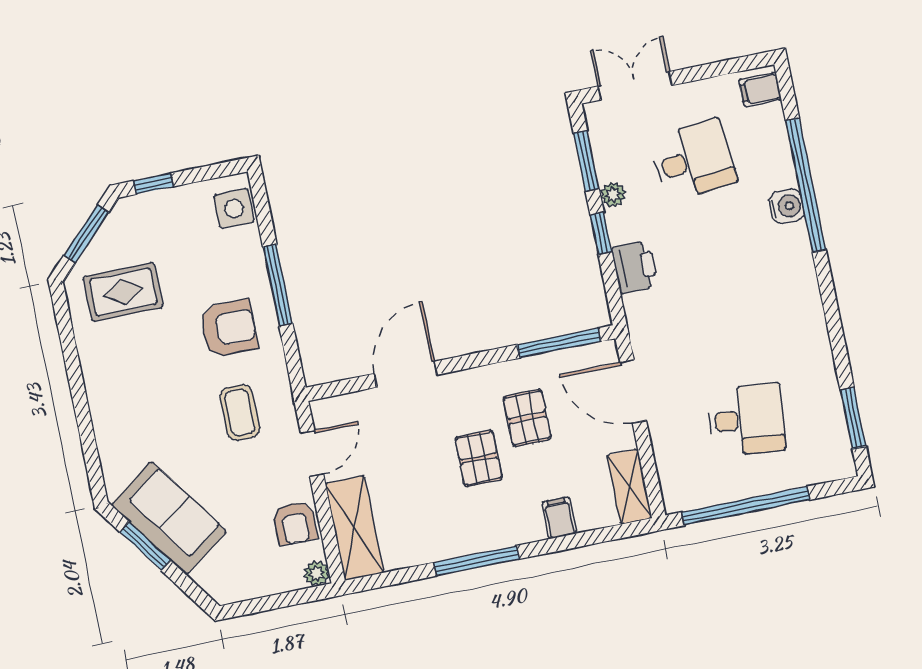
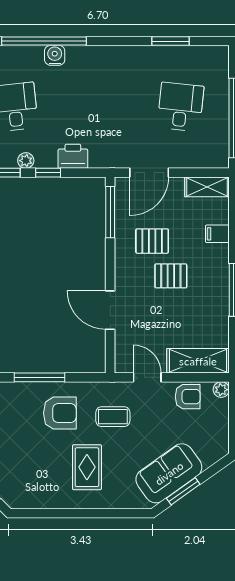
rug: (123, 292) -> (87, 467), moved
armchair: (229, 328) -> (60, 413), turned 90
window: (853, 418) -> (170, 41), moved

